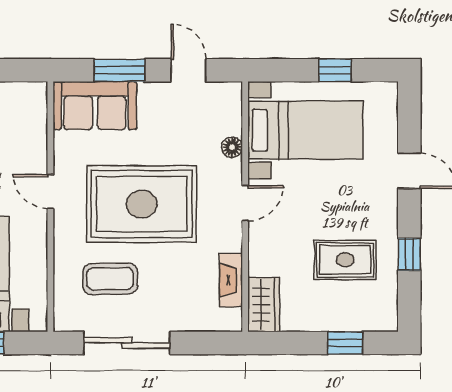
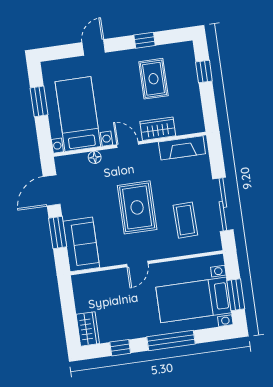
door: (189, 70) -> (52, 190), width x1.38
window: (335, 70) -> (39, 101), width x1.50
rug: (142, 204) -> (137, 207), width x0.73, depth x0.69
fireplace: (231, 280) -> (182, 148), width x1.37, depth x1.32
wardrobe: (264, 305) -> (158, 129), moved

